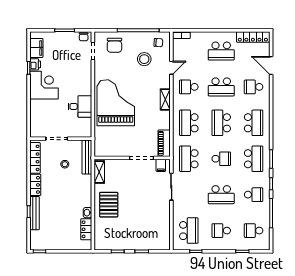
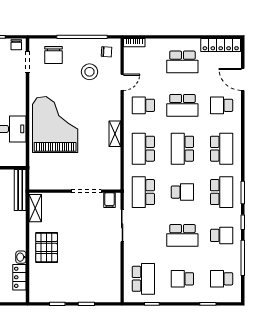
shelving: (165, 99) -> (115, 134), moved
piano: (164, 143) -> (113, 173), removed

